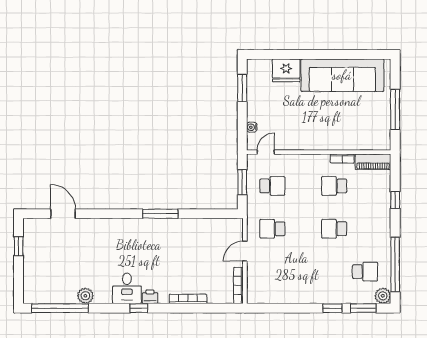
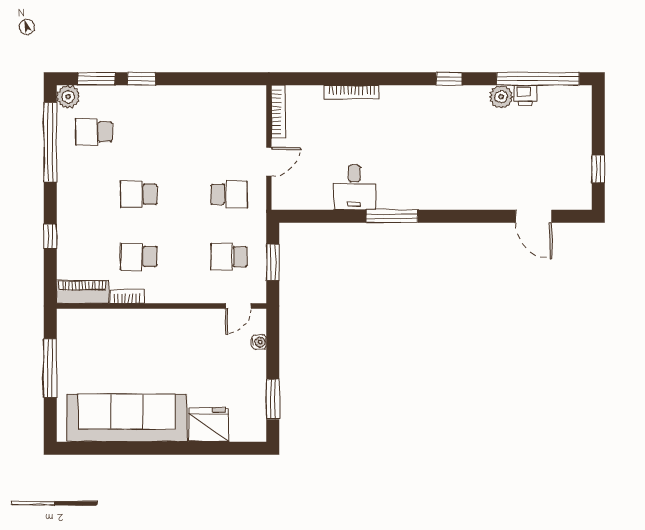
school desk: (334, 186) -> (139, 257), turned 180
school desk: (334, 229) -> (139, 194), turned 180
desk: (127, 288) -> (354, 187), moved, turned 180
printer: (150, 297) -> (525, 95), moved
window: (139, 308) -> (449, 79), moved

